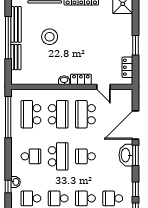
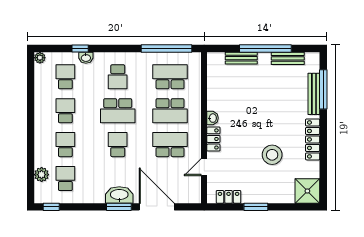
bench: (16, 24) -> (288, 58), width x0.73
stool: (50, 37) -> (272, 155), moved
window: (136, 189) -> (77, 207), removed

